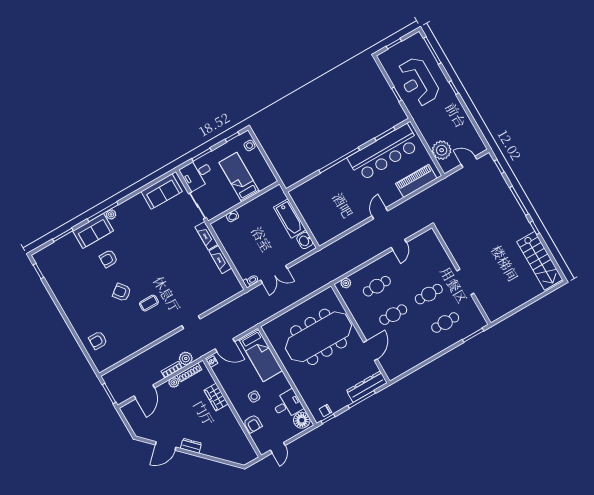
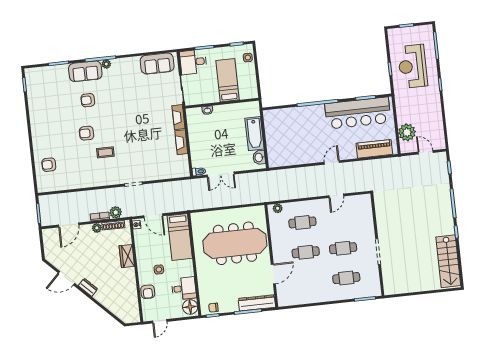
armchair: (122, 292) -> (87, 133), turned -52

